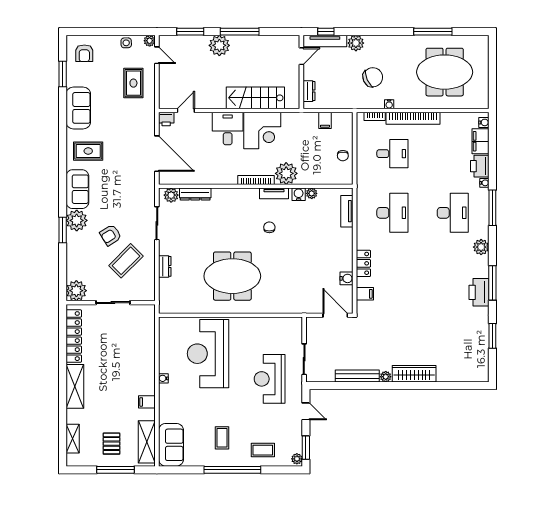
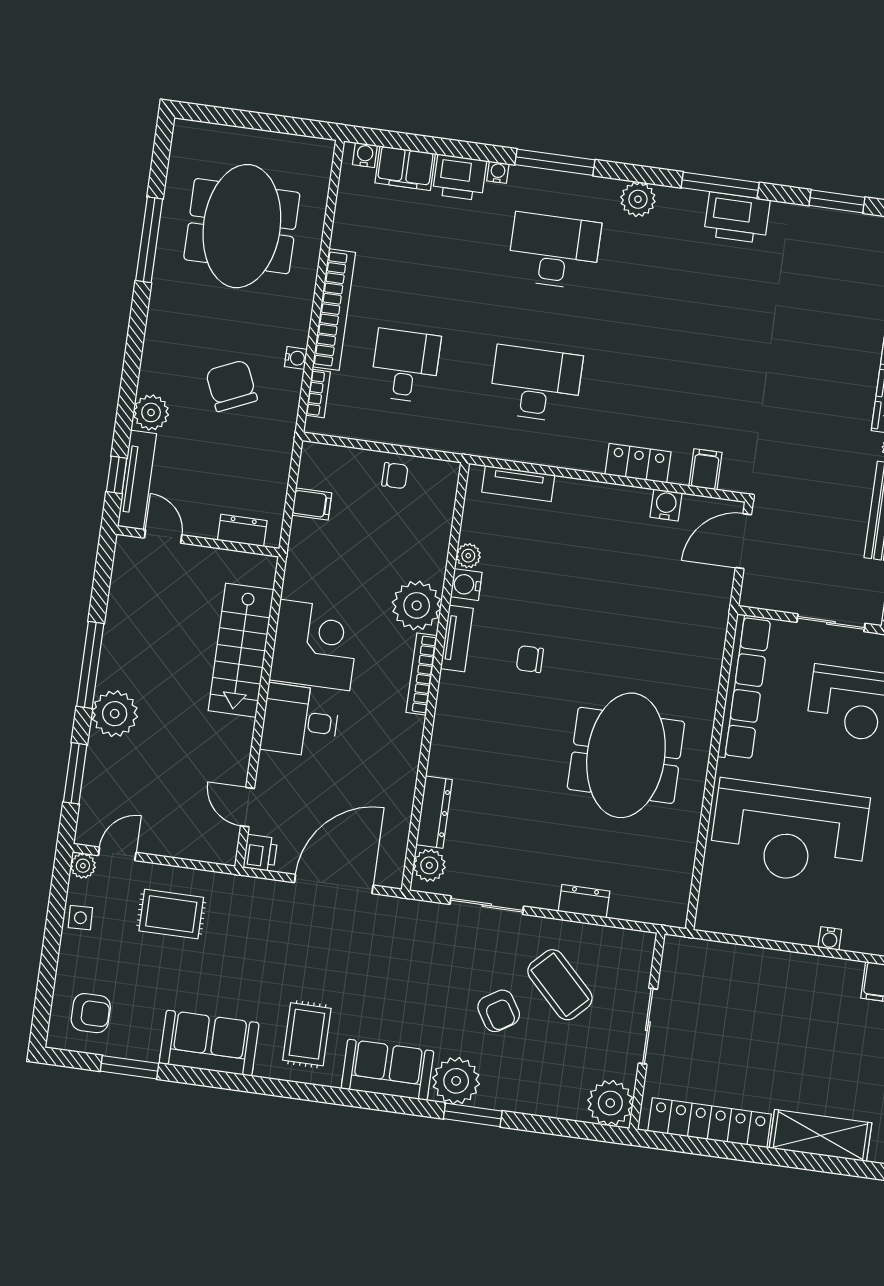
row of seats: (270, 325) -> (744, 687), added

